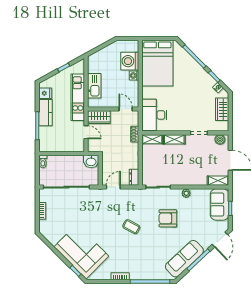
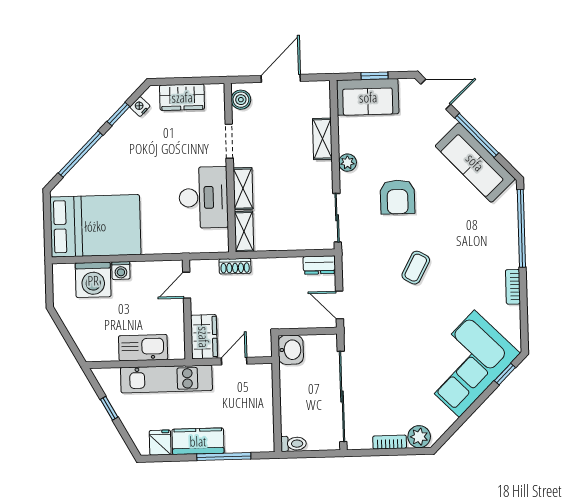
desk: (154, 115) -> (203, 197), moved, turned -90
shelving: (218, 181) -> (322, 139), moved
plant: (45, 226) -> (419, 437), added

